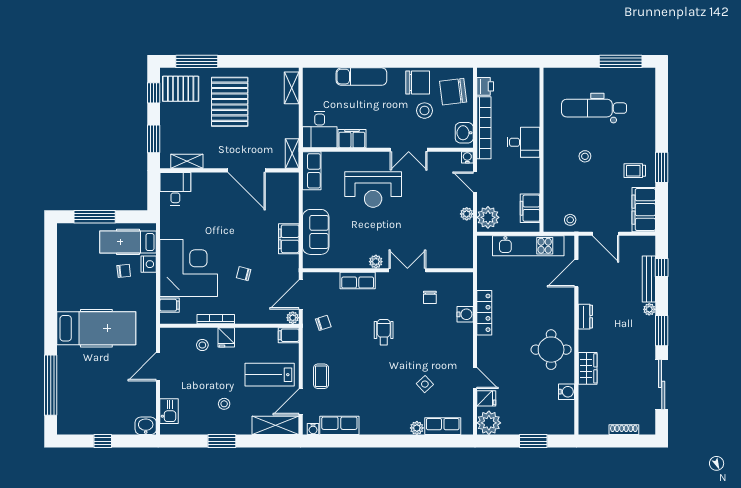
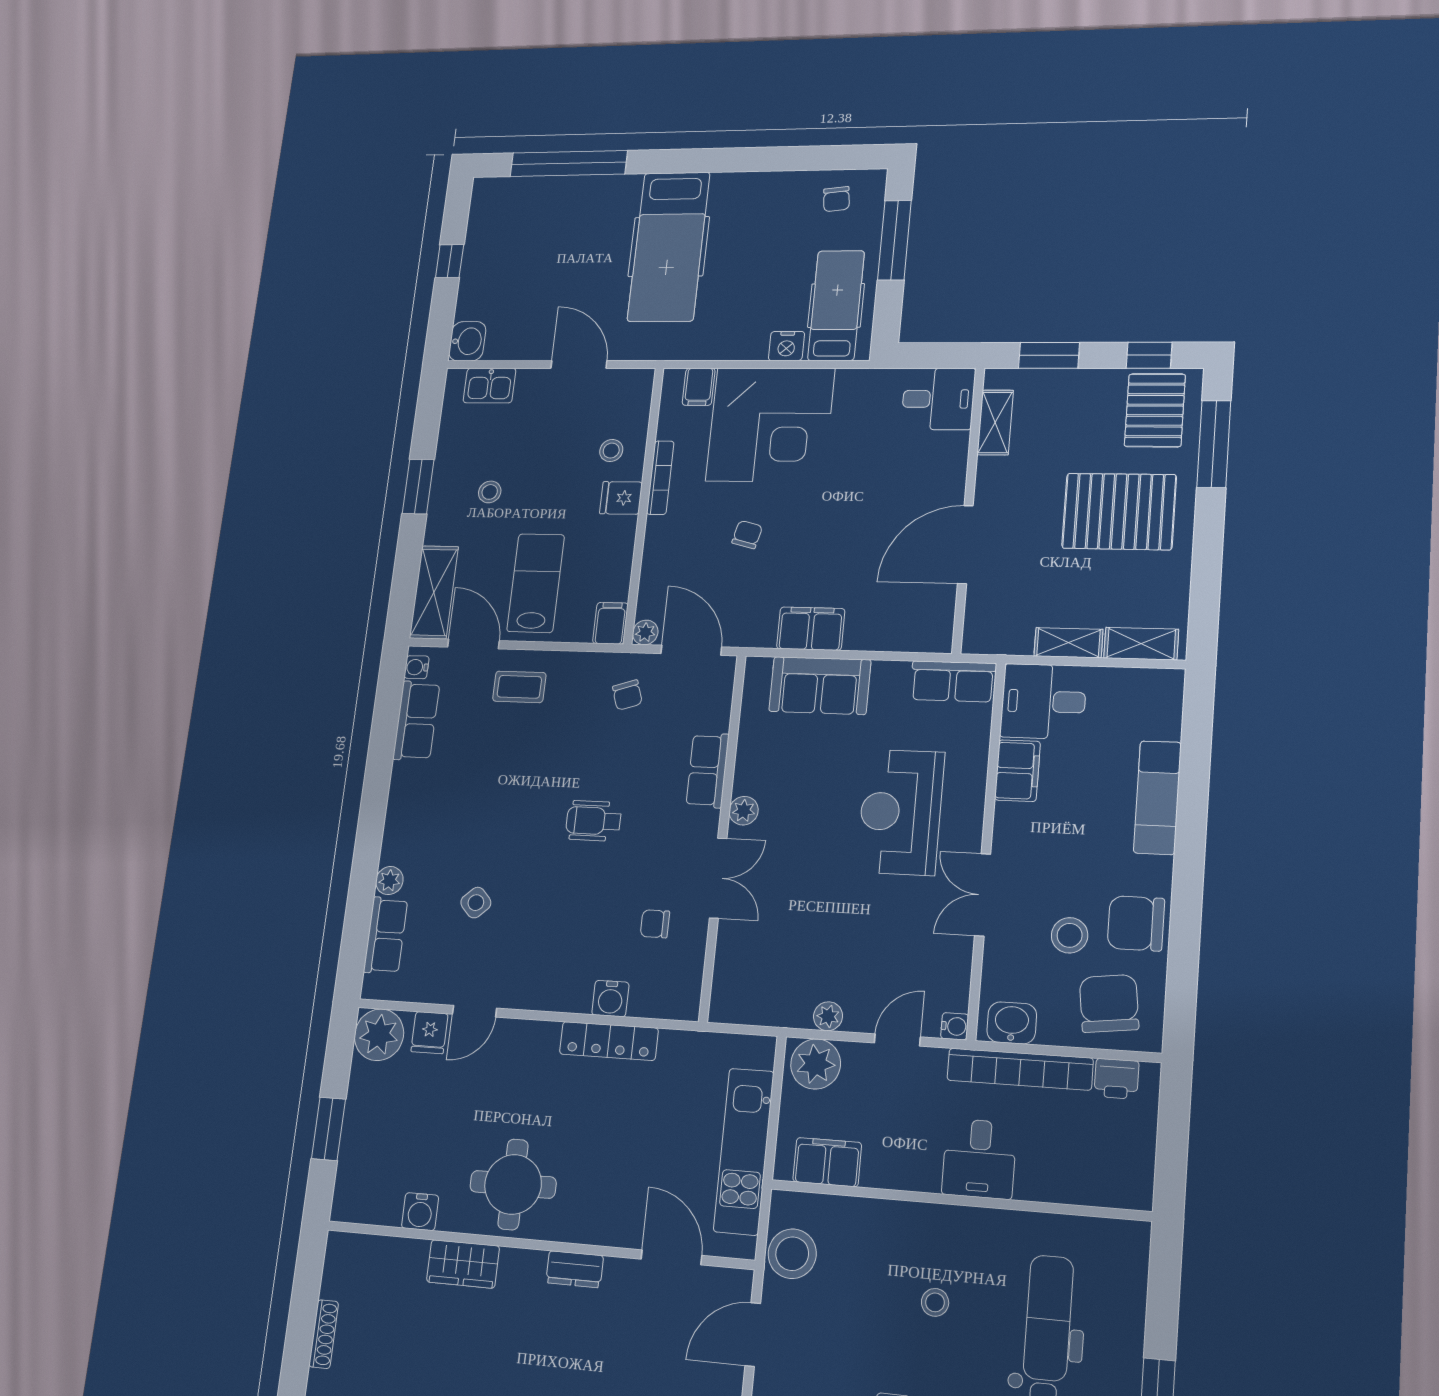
chair: (418, 82) -> (1136, 923), turned 90
shelving: (292, 154) -> (1068, 643), moved
stool: (570, 220) -> (792, 1254), width x1.89, depth x1.89
chair: (124, 271) -> (836, 199), moved
wheelchair: (384, 332) -> (593, 821), turned 180

